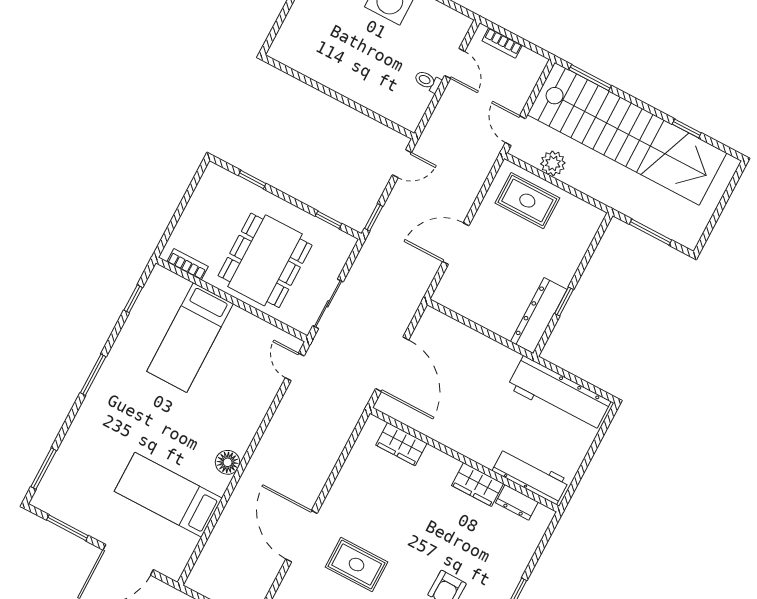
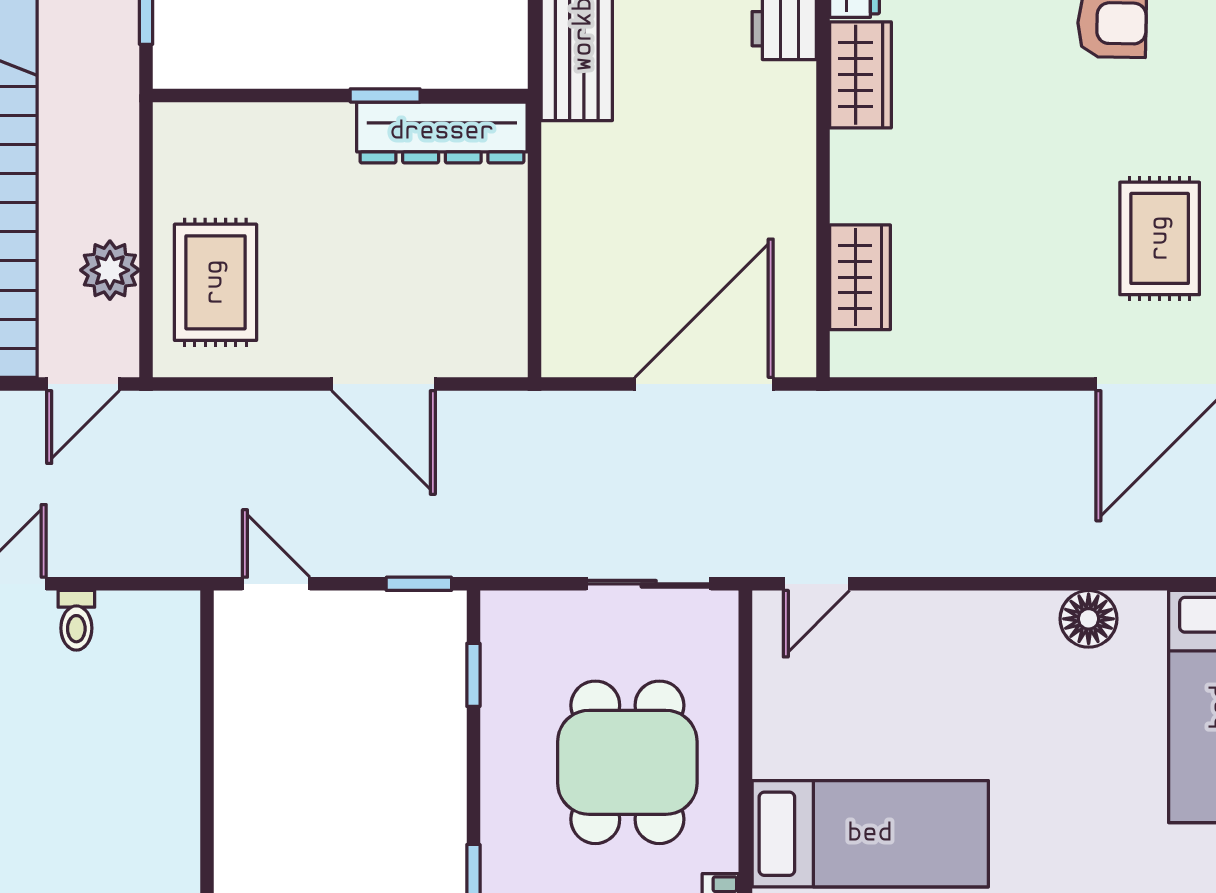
dining table: (265, 260) -> (627, 762), width x0.73

